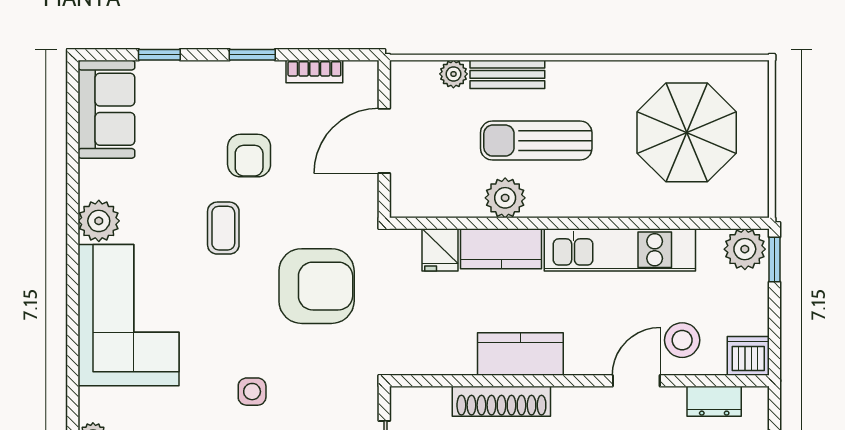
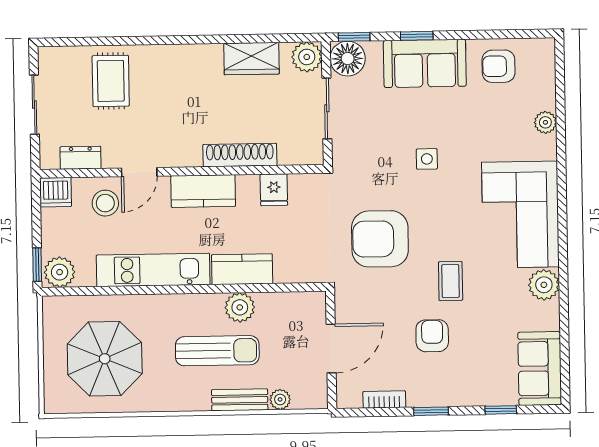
fridge: (440, 250) -> (274, 190), moved, turned 180
kitchen counter: (520, 354) -> (203, 191), moved

